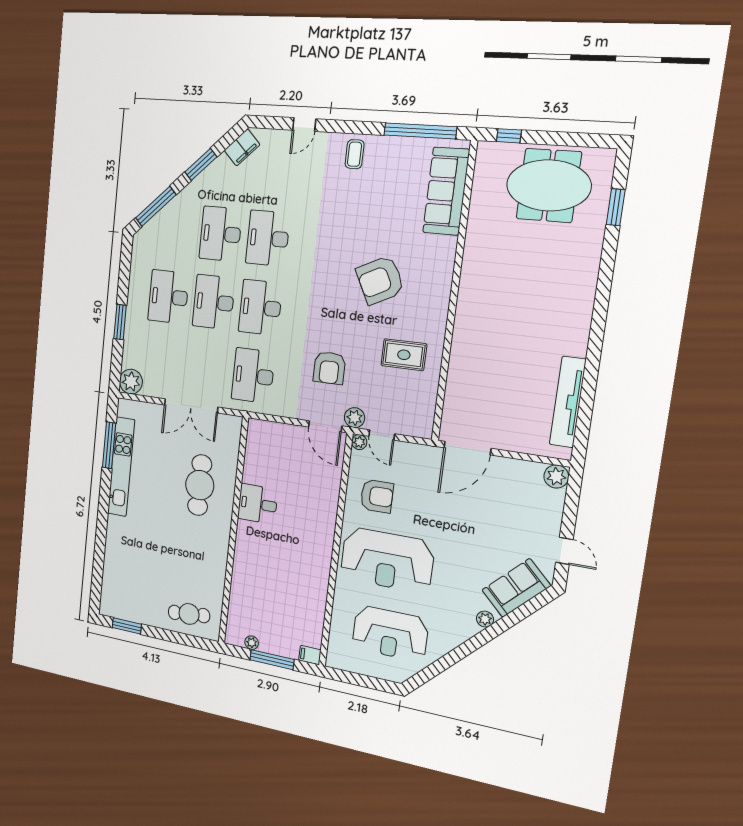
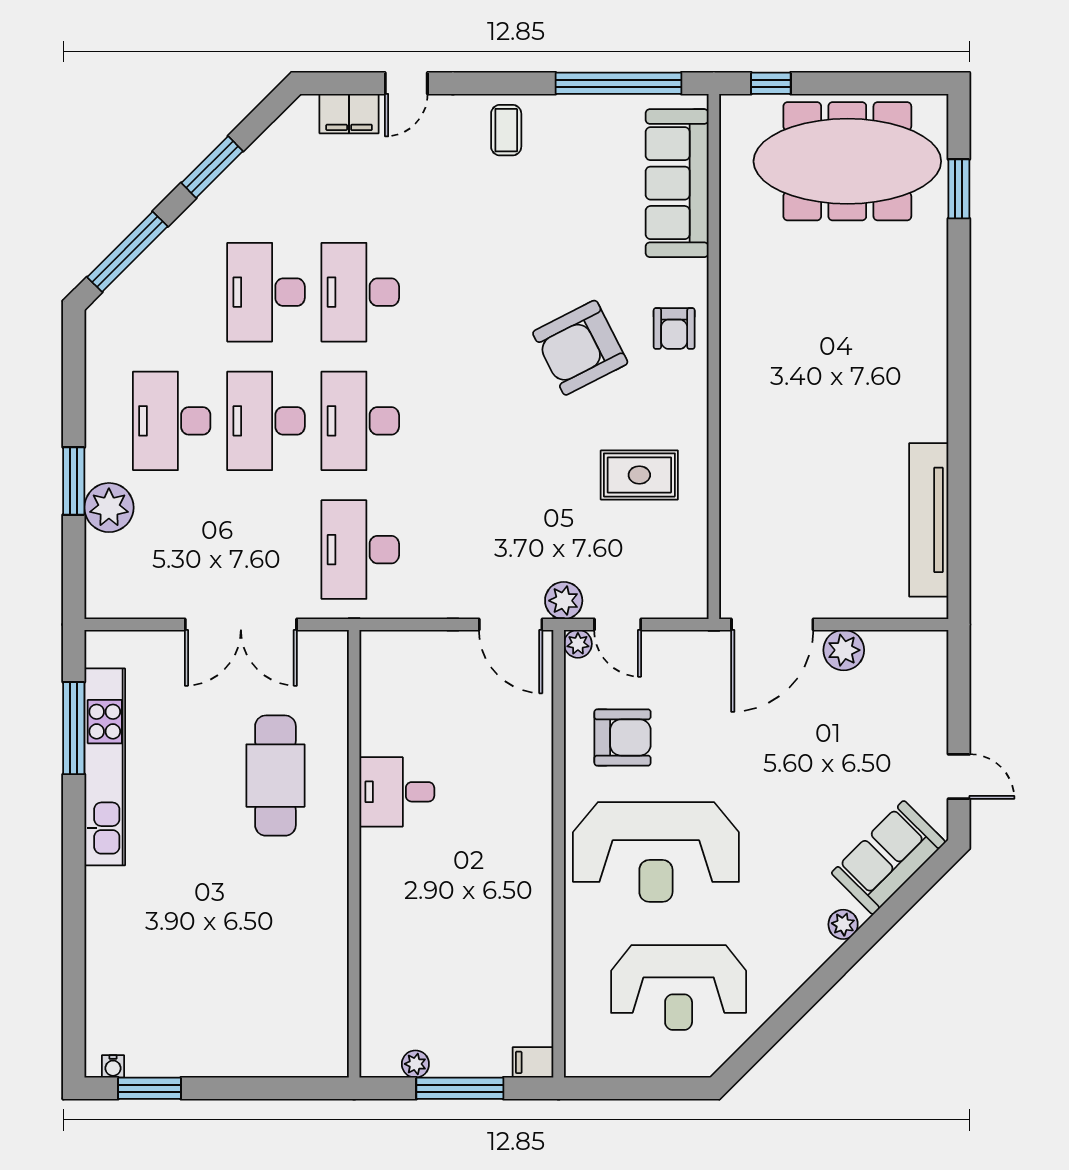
filing cabinet: (242, 147) -> (349, 114), moved, turned 45
meeting table: (549, 185) -> (847, 161), width x1.36
armchair: (329, 368) -> (674, 329), moved, width x0.72, depth x0.72
plant: (131, 382) -> (109, 508), moved
plant: (556, 476) -> (844, 650), moved
water cooler: (112, 612) -> (113, 1066), added
cafe table: (189, 614) -> (280, 1035), removed

